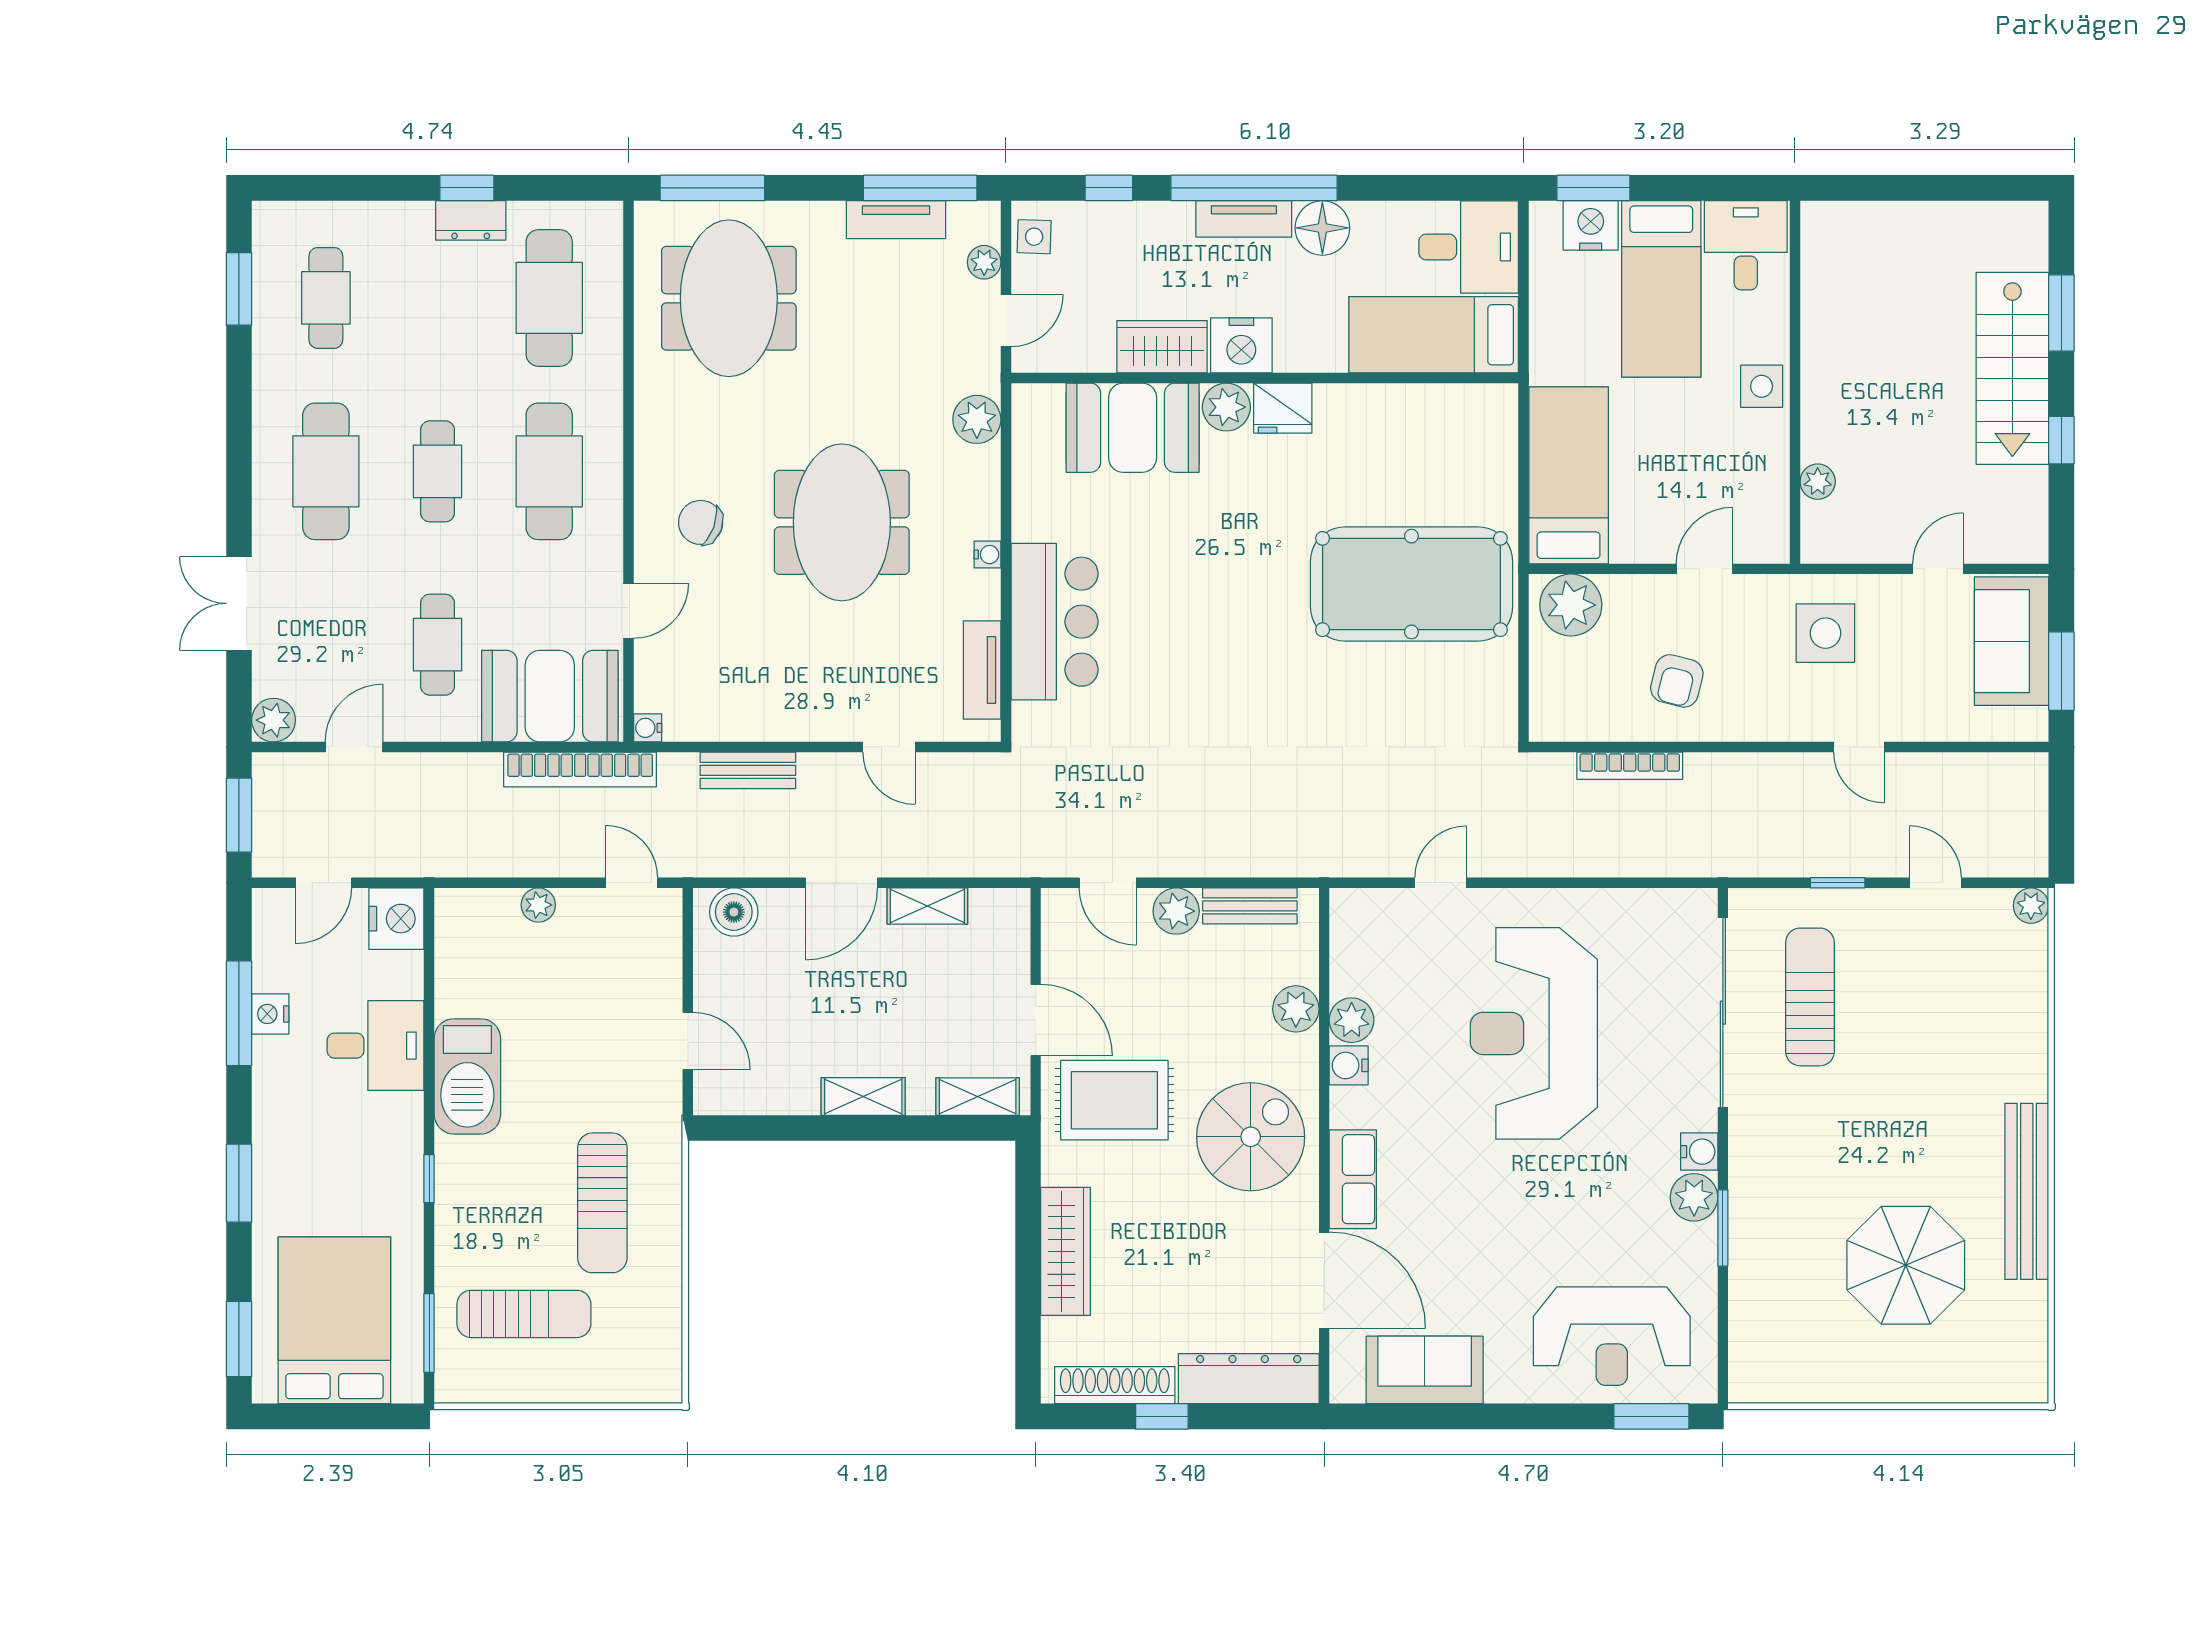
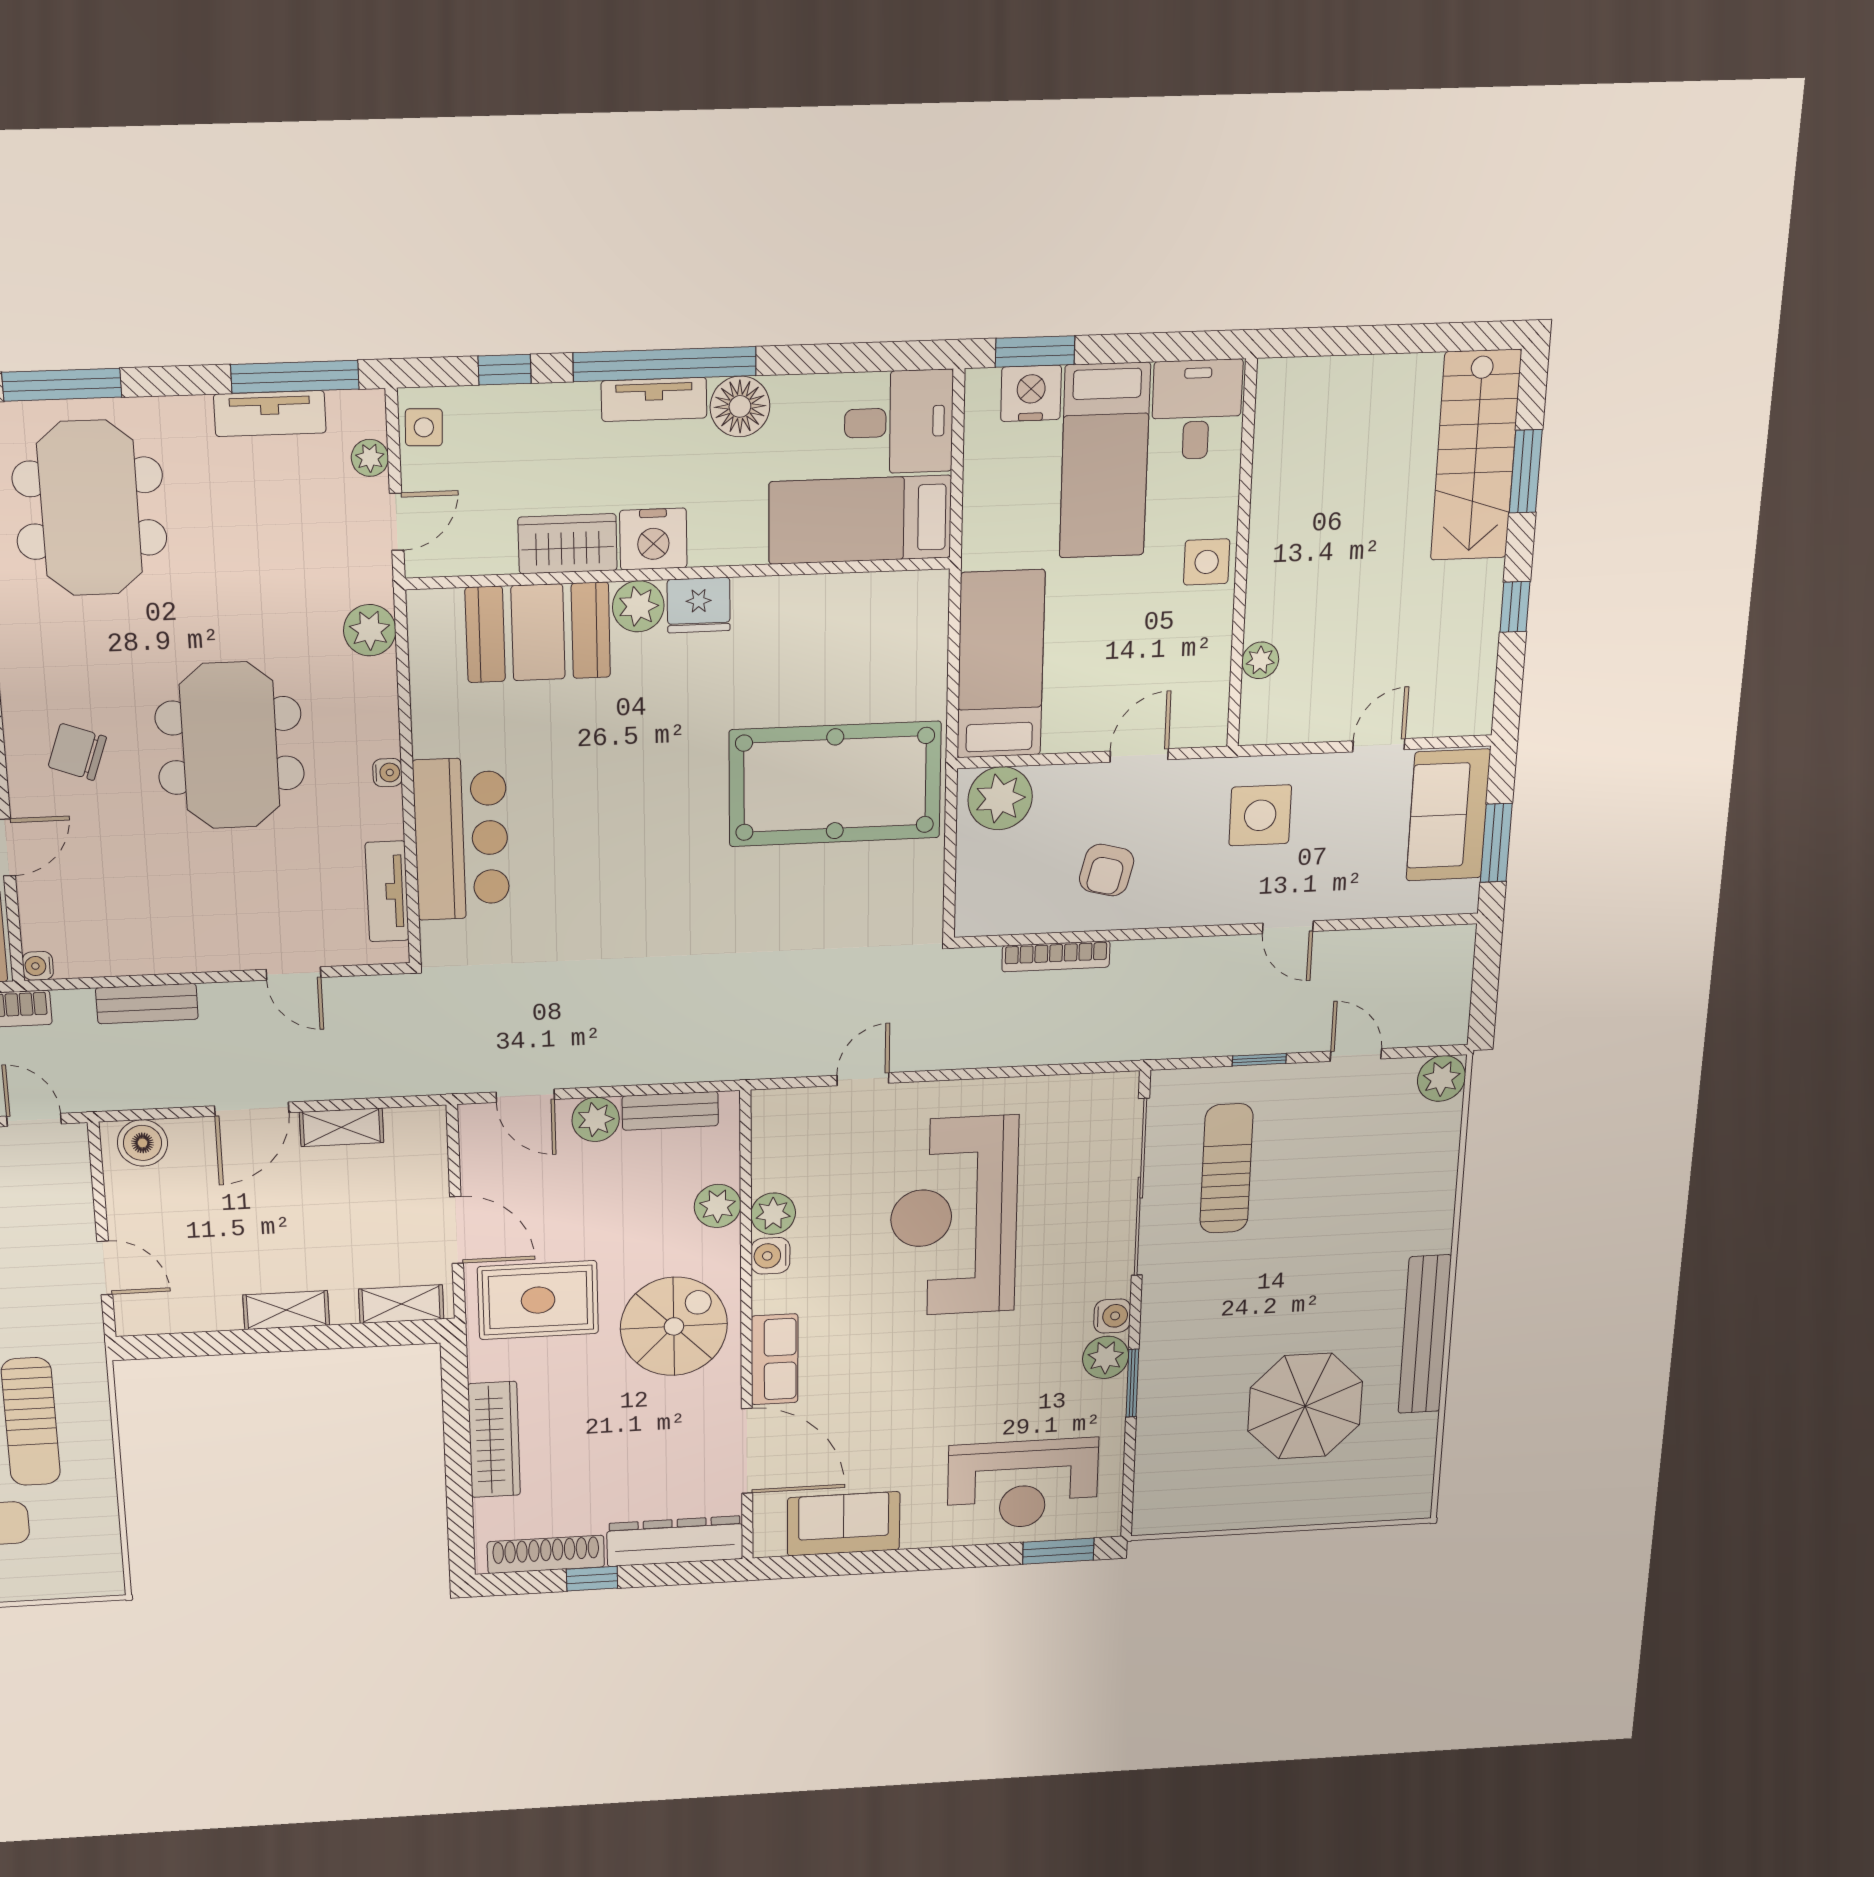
stairs: (2012, 368) -> (1476, 456), moved
plant: (2031, 906) -> (1441, 1079), width x1.38, depth x1.38

